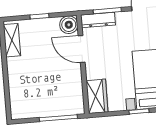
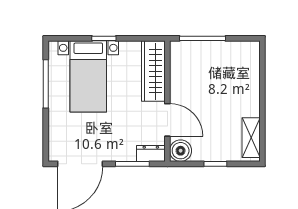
dresser: (98, 20) -> (151, 154), width x0.70
wardrobe: (97, 96) -> (153, 71), width x1.50

